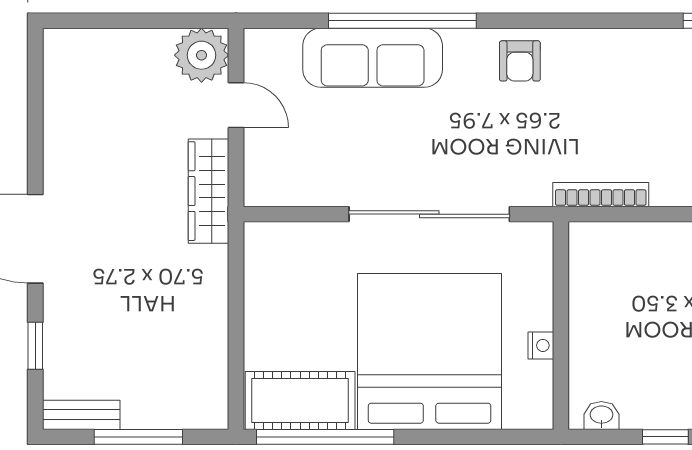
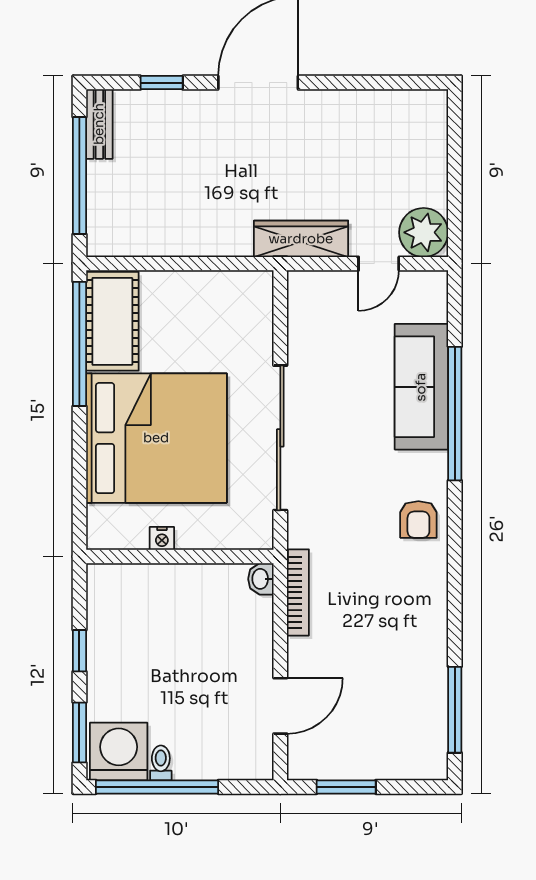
armchair: (520, 61) -> (418, 520), turned -90
washbasin: (601, 415) -> (261, 579), moved, turned 180
window: (138, 437) -> (79, 176), width x1.46

